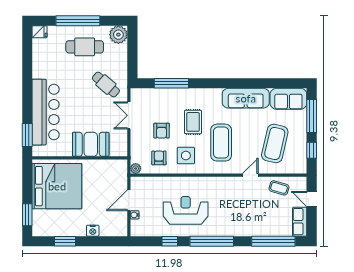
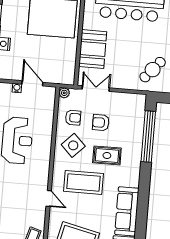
window: (171, 83) -> (148, 137), width x1.46
double door: (129, 115) -> (96, 89), moved
side table: (186, 156) -> (73, 145), turned 45
door: (250, 175) -> (49, 199), moved

